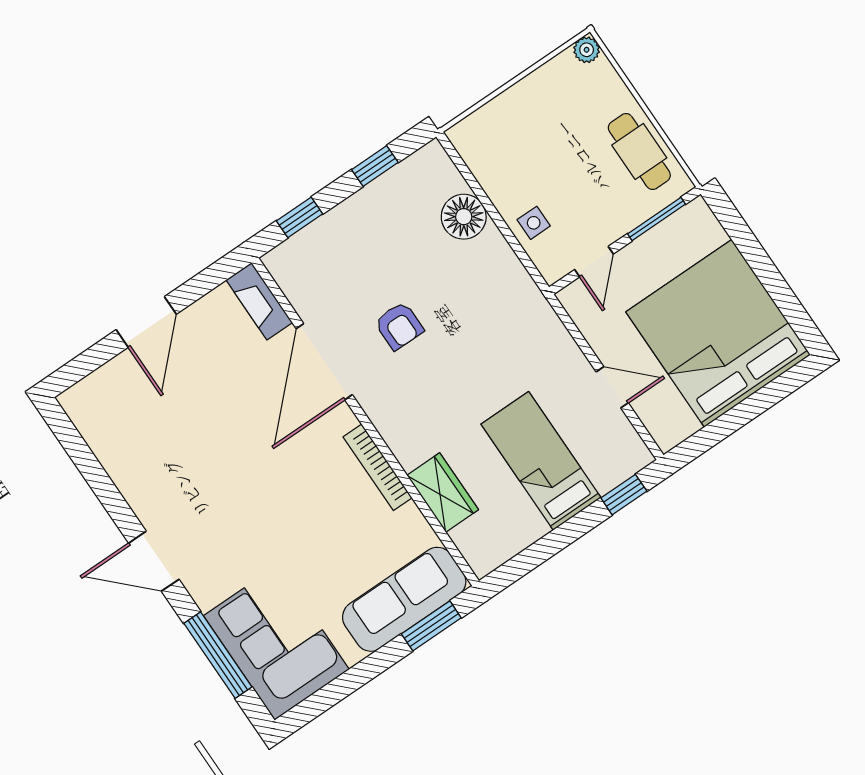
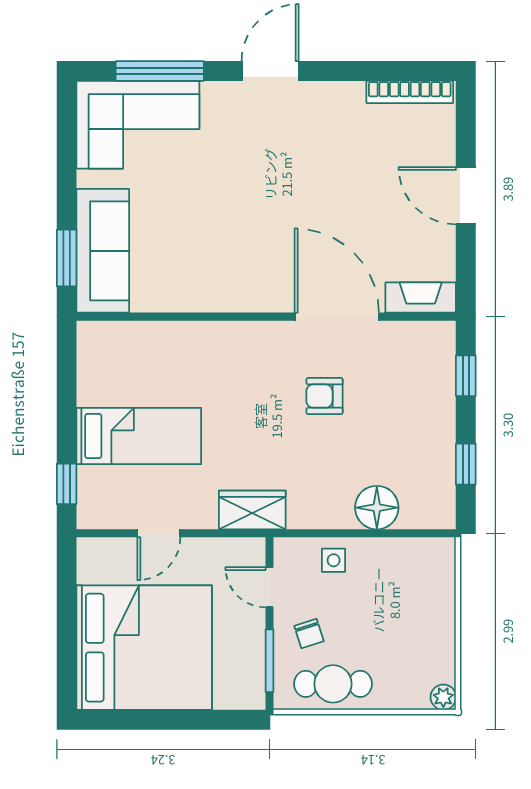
chair: (610, 201) -> (309, 634), added
bookcase: (378, 467) -> (410, 92), moved, turned 180
wardrobe: (443, 492) -> (252, 510), moved, turned 180

